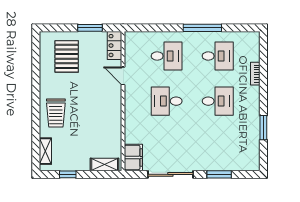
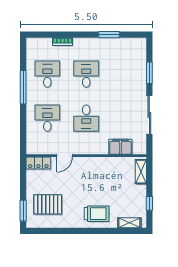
window: (90, 28) -> (23, 211), moved
filing cabinet: (133, 157) -> (120, 147), moved

